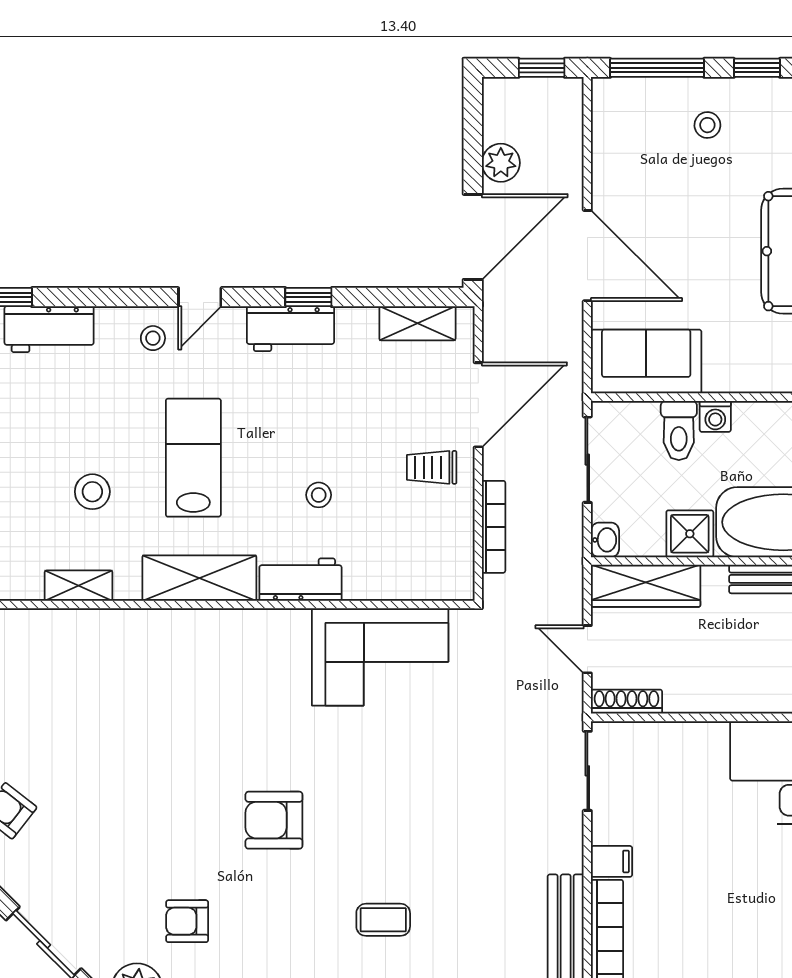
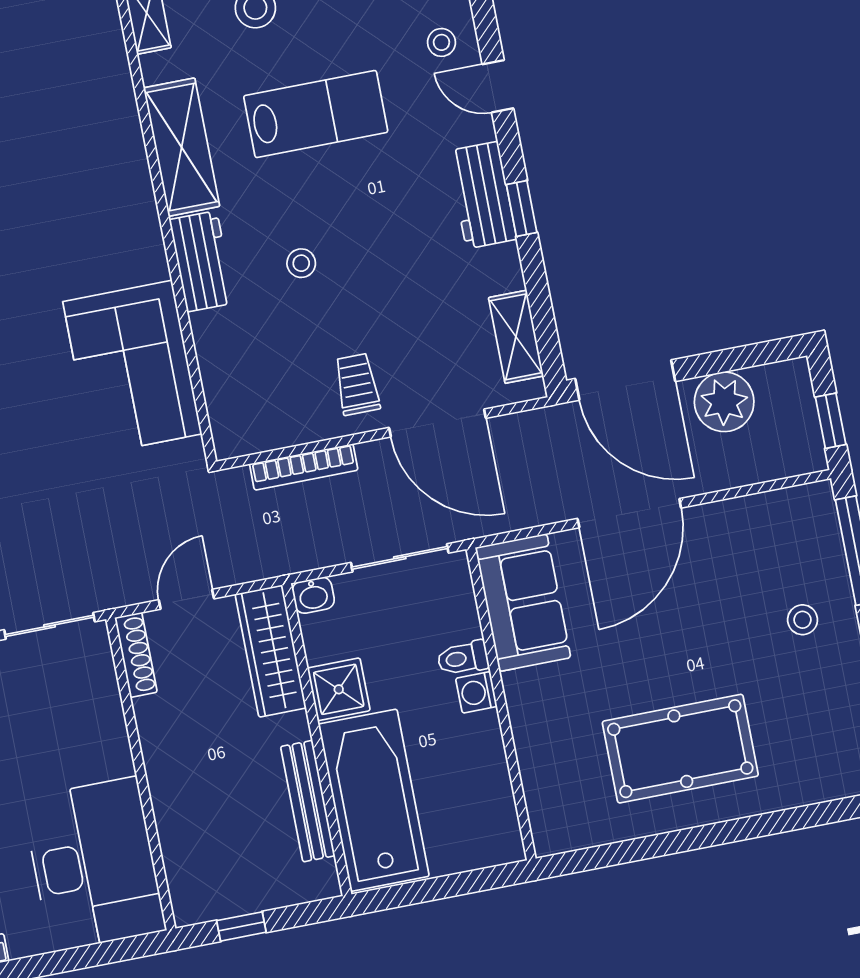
plant: (501, 163) -> (724, 402), width x1.36, depth x1.36
toilet: (679, 430) -> (463, 658), width x0.73, depth x0.72

